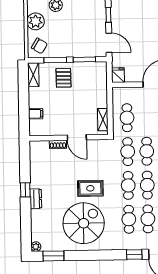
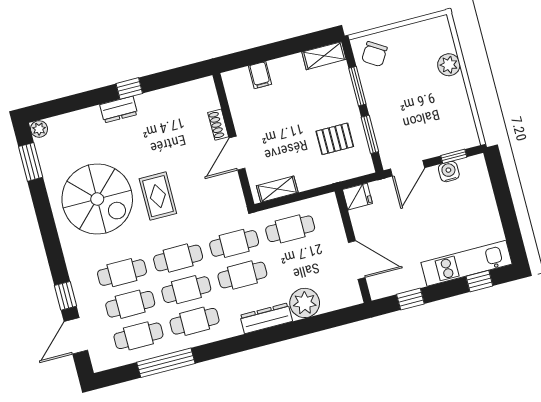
water cooler: (116, 20) -> (449, 172), added
plant: (36, 21) -> (414, 38), removed
pallet: (64, 78) -> (335, 139), moved

